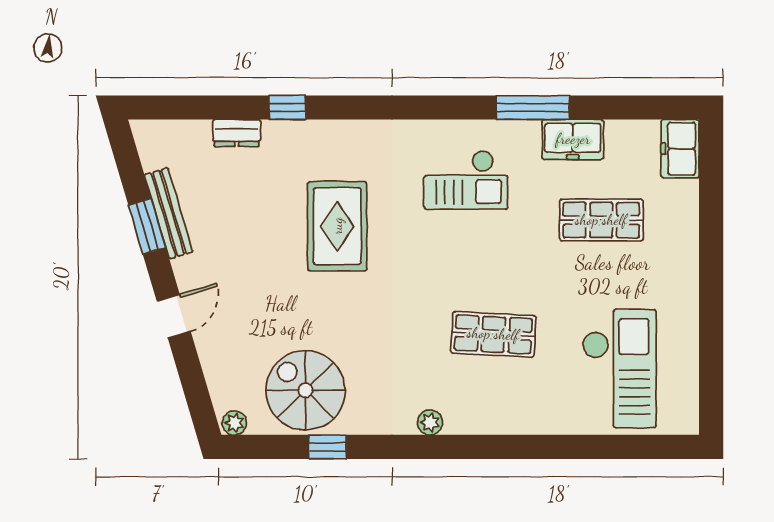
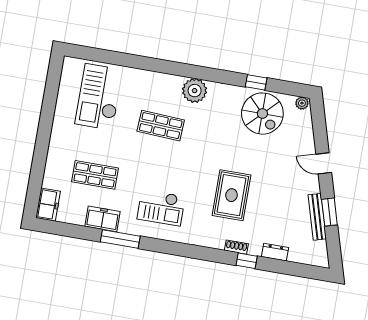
shoe rack: (311, 130) -> (236, 247), added
checkout: (466, 180) -> (161, 208), turned 180
door: (174, 316) -> (324, 163), hinge flipped
plant: (430, 422) -> (195, 91), width x1.88, depth x1.88

